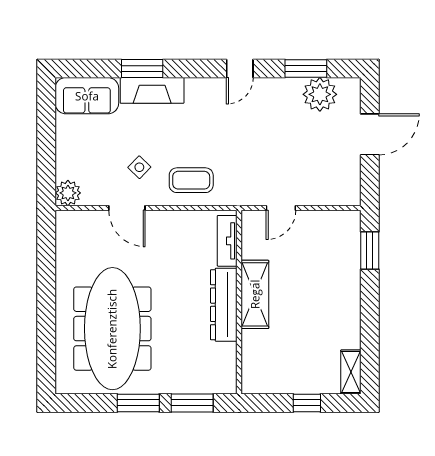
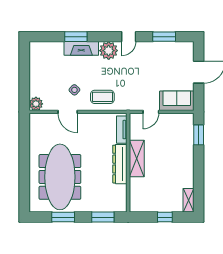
plant: (320, 94) -> (109, 51), moved
sofa: (87, 96) -> (177, 101), moved, turned 180
window: (138, 403) -> (63, 217), moved

